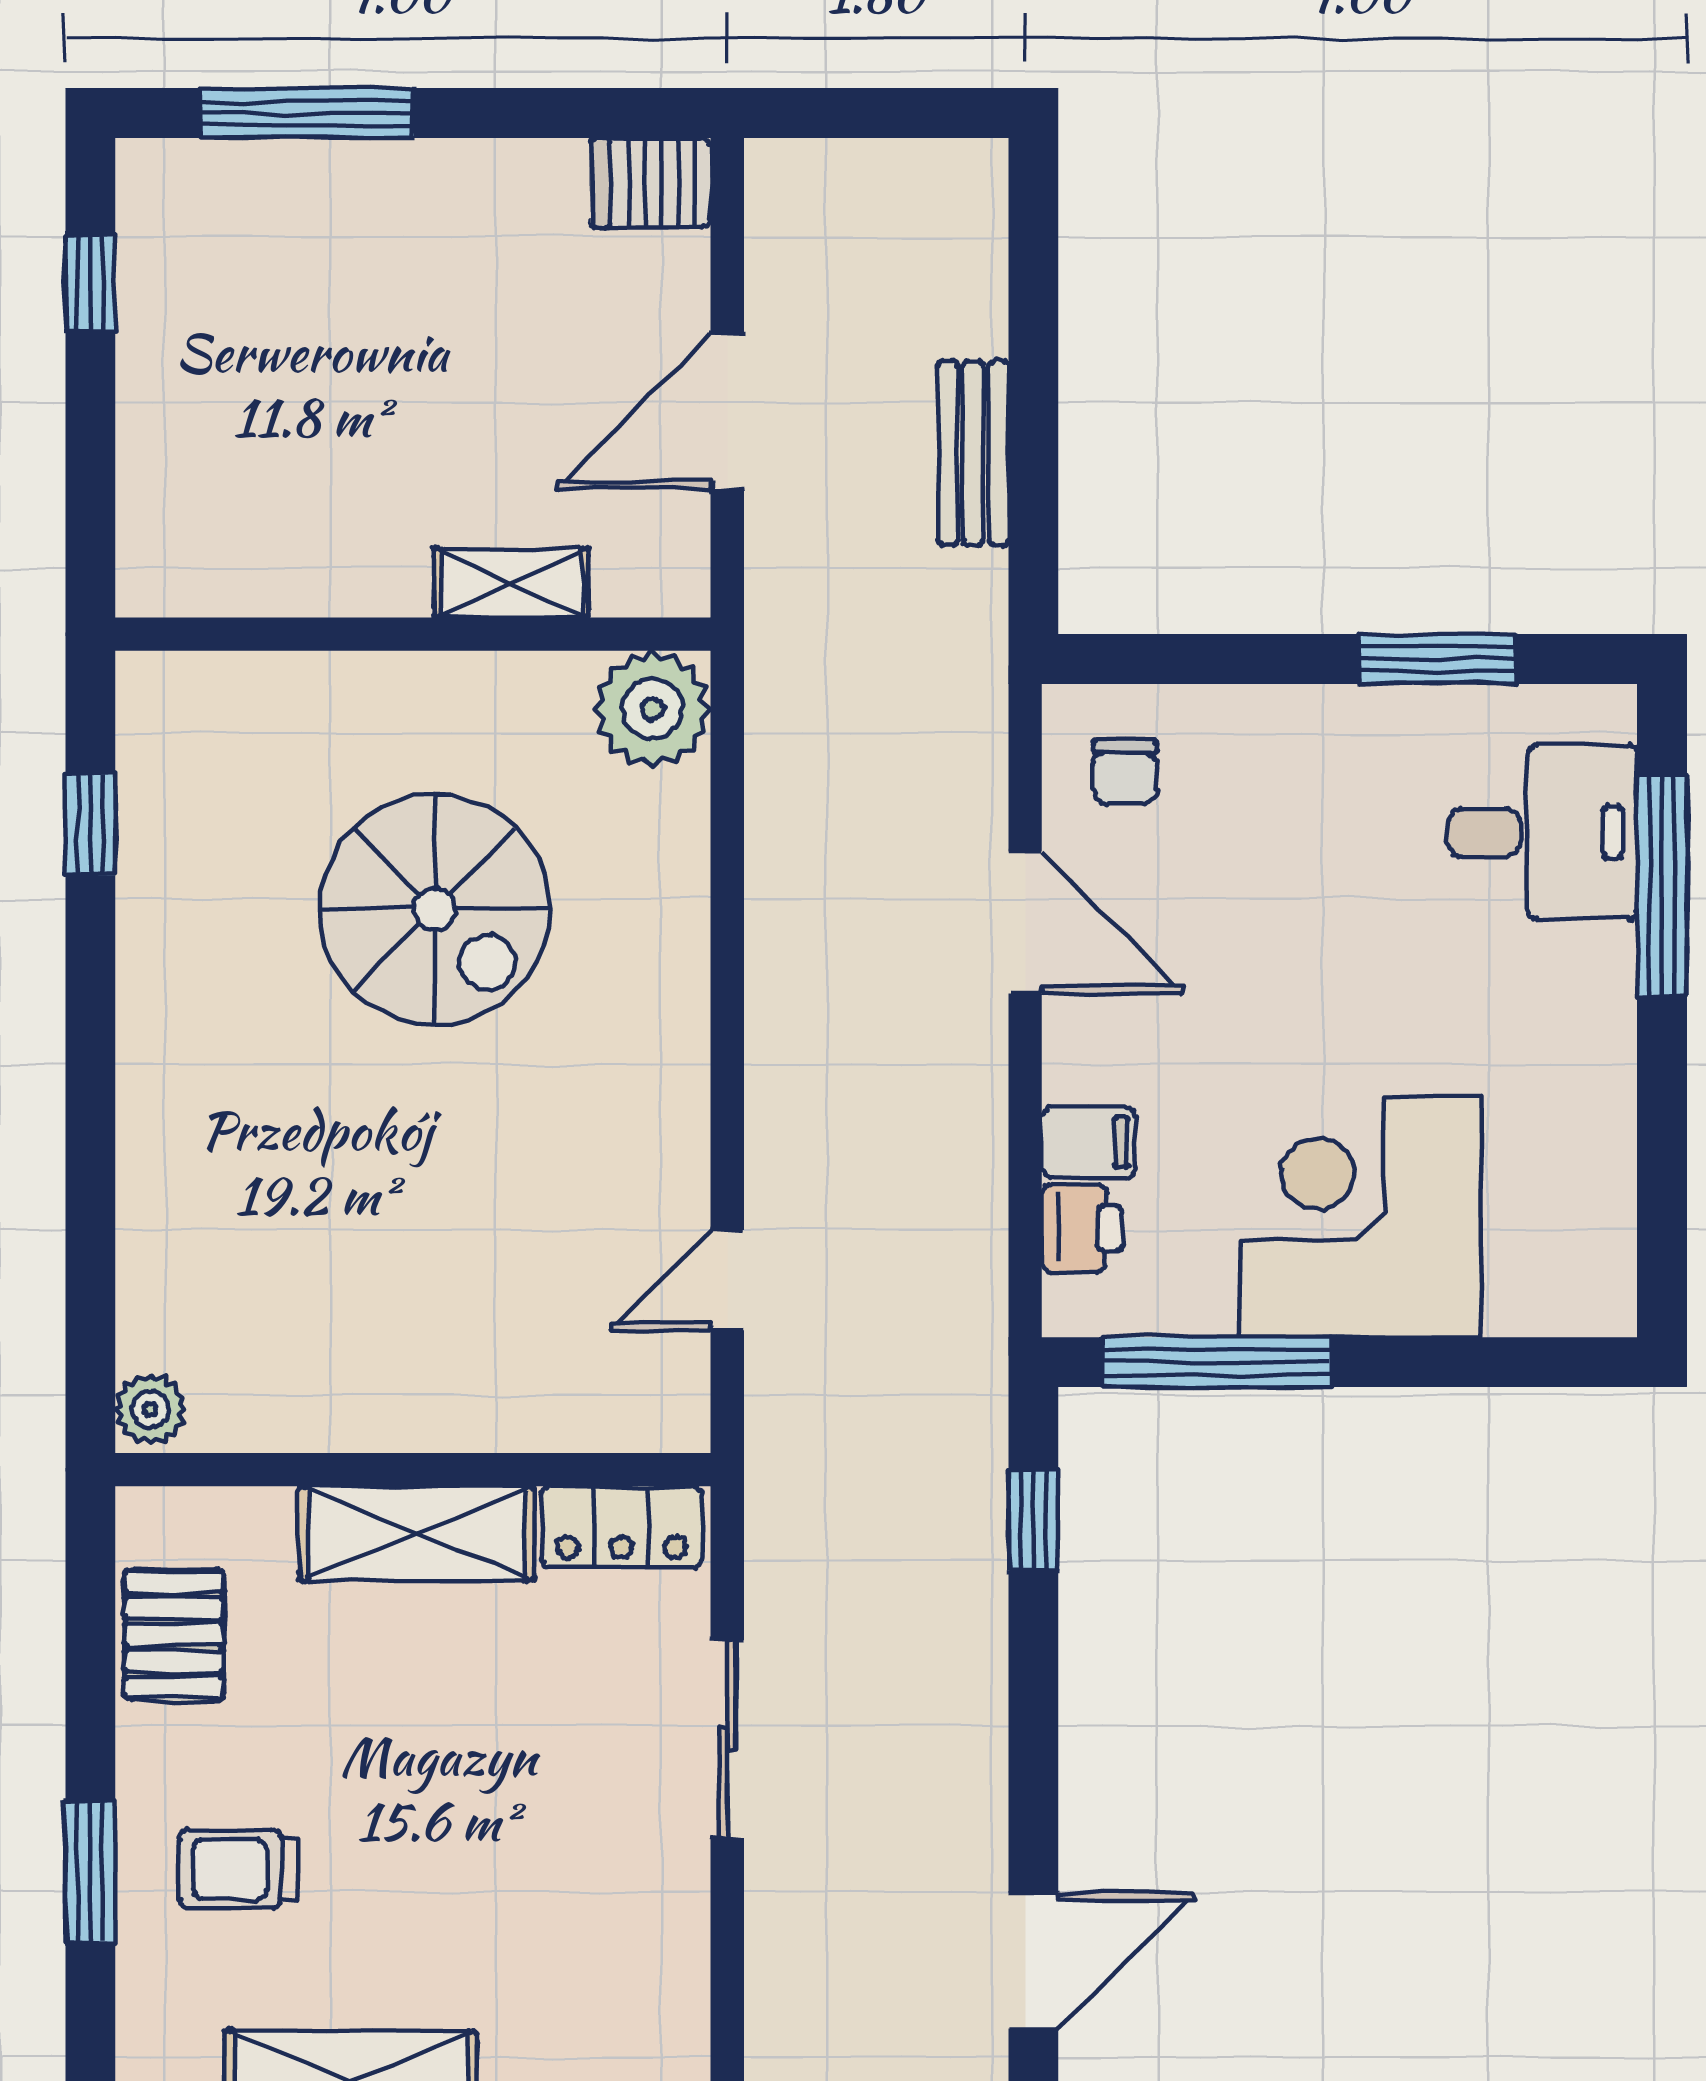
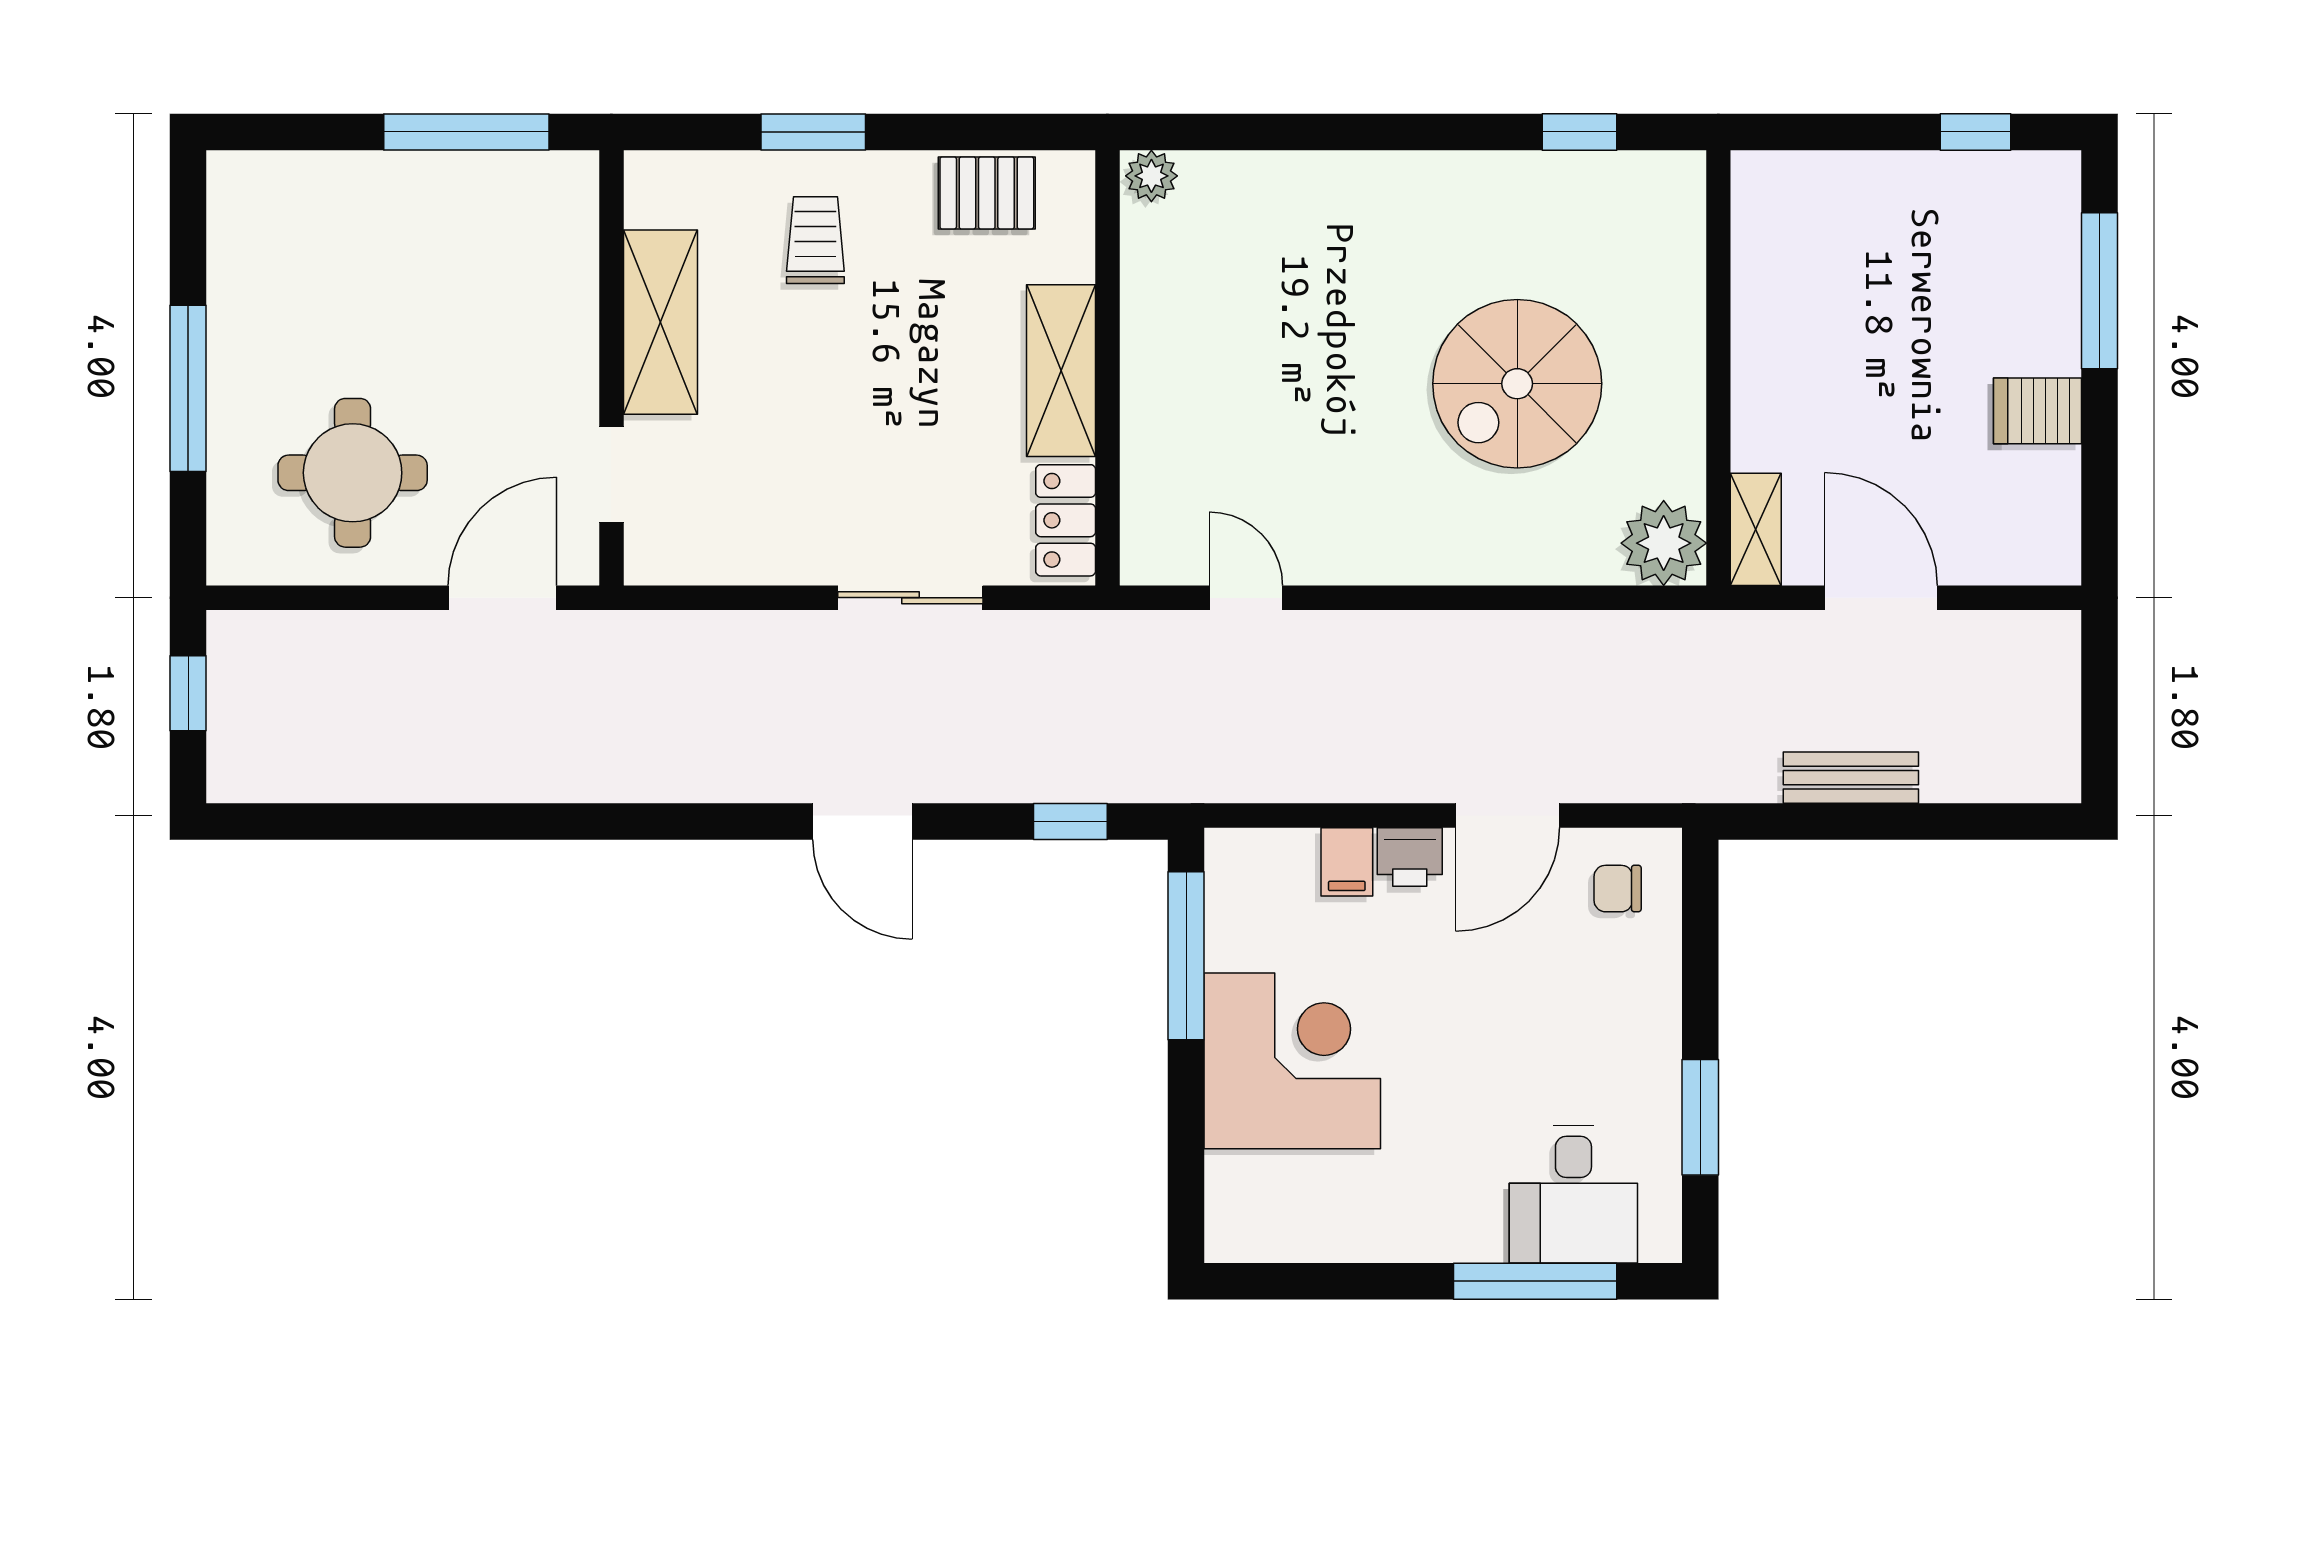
server rack: (651, 183) -> (2038, 411), moved, turned -90
shelving: (511, 583) -> (1756, 529), moved
printer: (1082, 1228) -> (1410, 857), moved
door: (1033, 1961) -> (862, 822), moved

